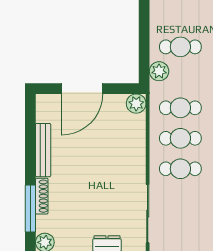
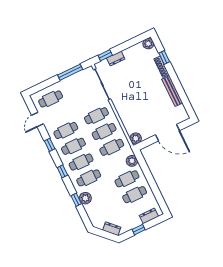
cafe table: (180, 16) -> (135, 195), added
door: (82, 89) -> (167, 133), swing flipped
window: (30, 209) -> (164, 57), width x0.46

